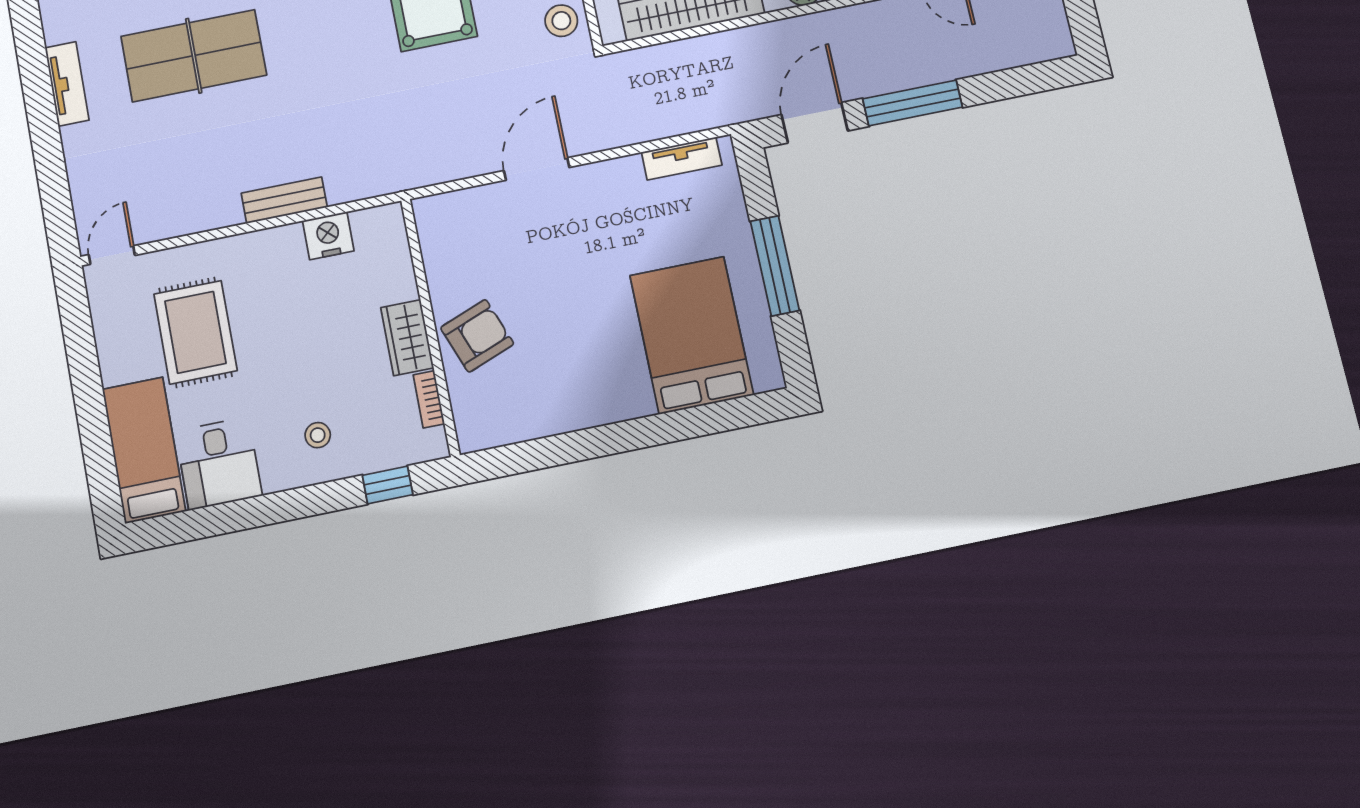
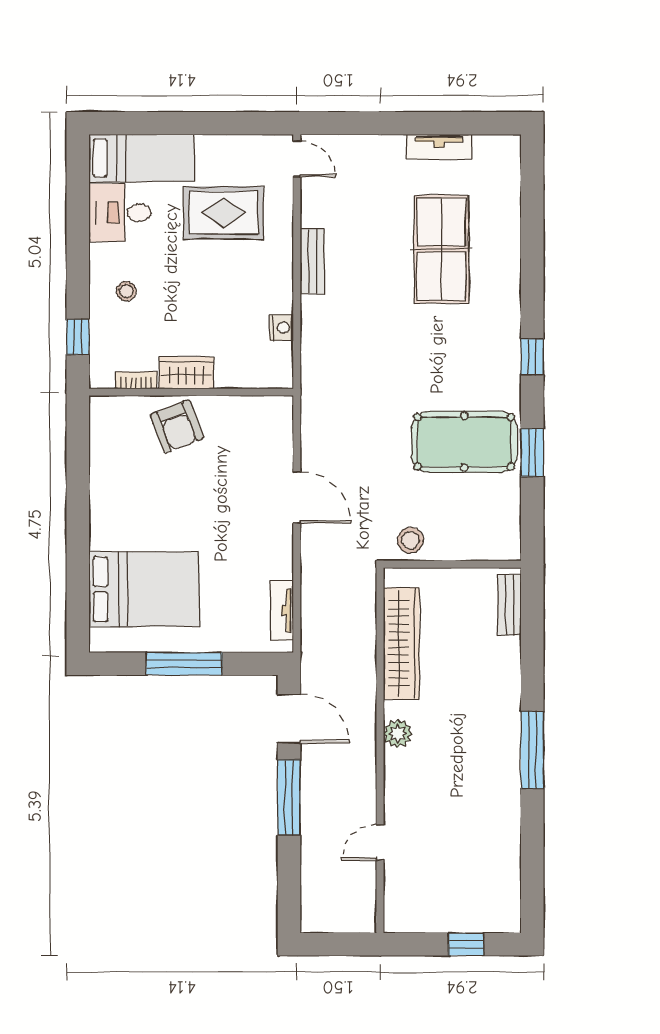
bench: (284, 200) -> (312, 261), moved
nightstand: (328, 236) -> (281, 328), width x0.74, depth x0.75

